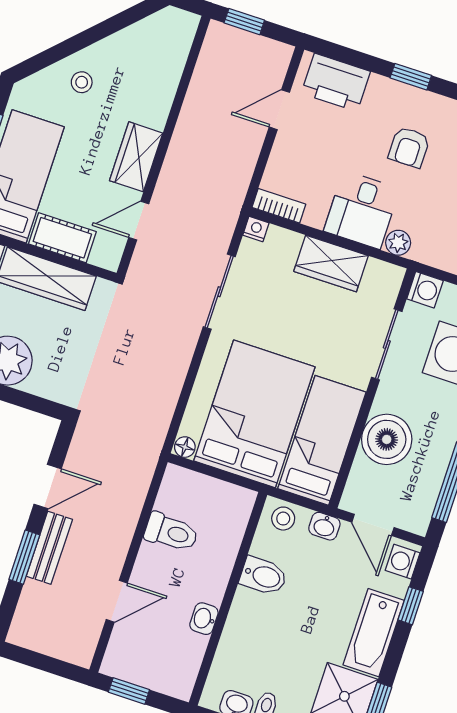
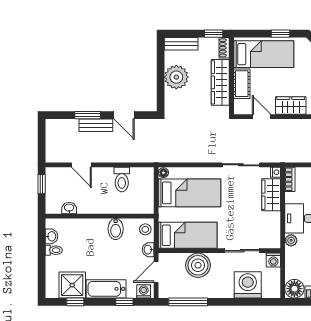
wardrobe: (331, 264) -> (271, 195), moved
bed: (254, 414) -> (190, 193), width x0.67
washbasin: (204, 619) -> (69, 208), moved

